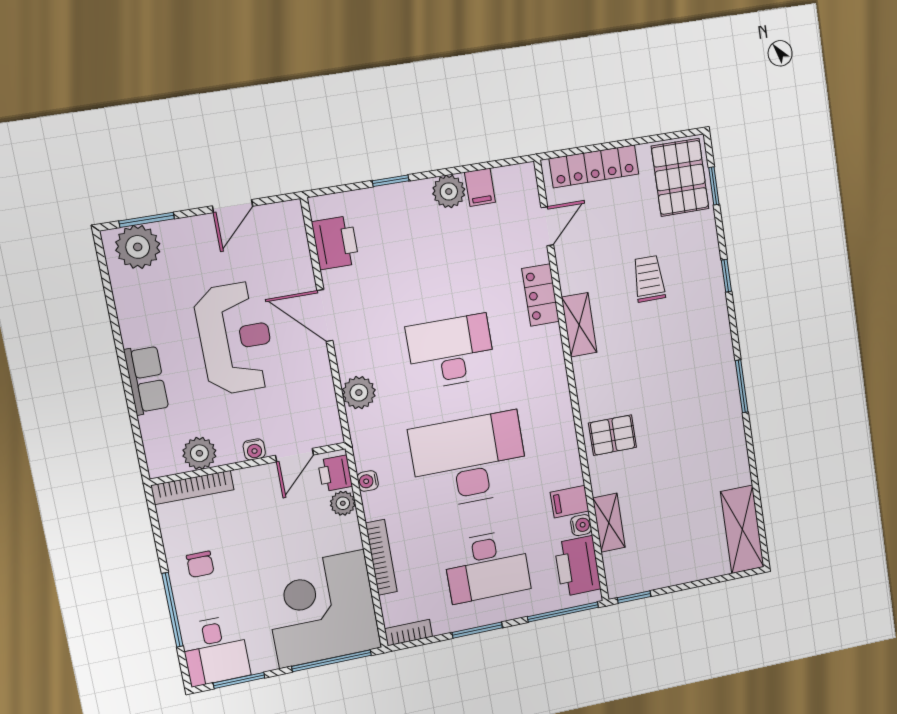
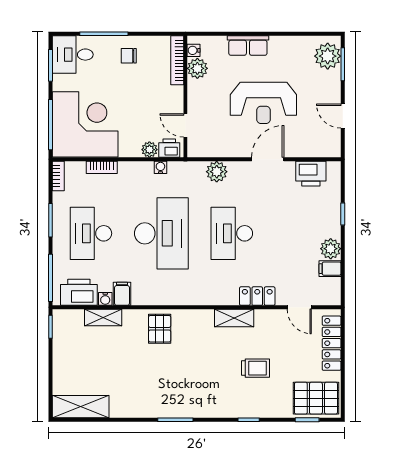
desk: (451, 352) -> (232, 233), turned 180
water cooler: (254, 449) -> (194, 50), moved
bookcase: (381, 557) -> (102, 167), width x0.64

